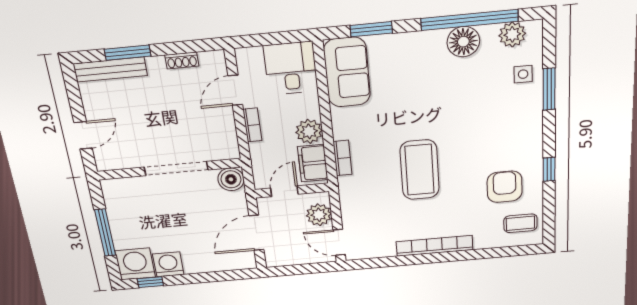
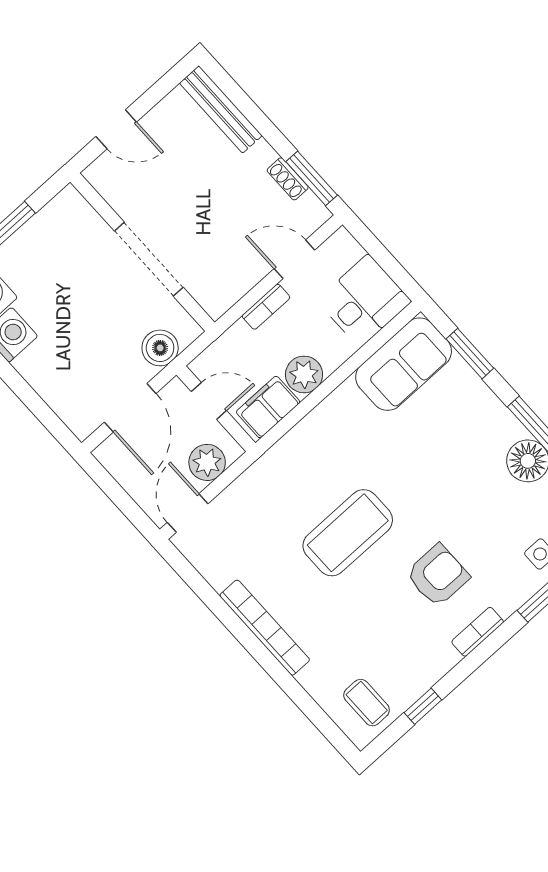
window: (128, 53) -> (312, 178), moved
bookcase: (342, 158) -> (478, 632), moved, turned 180
window: (549, 169) -> (423, 706), moved
boiler: (231, 179) -> (160, 348), moved
armchair: (505, 187) -> (438, 575), moved
door: (256, 233) -> (130, 408), swing flipped

